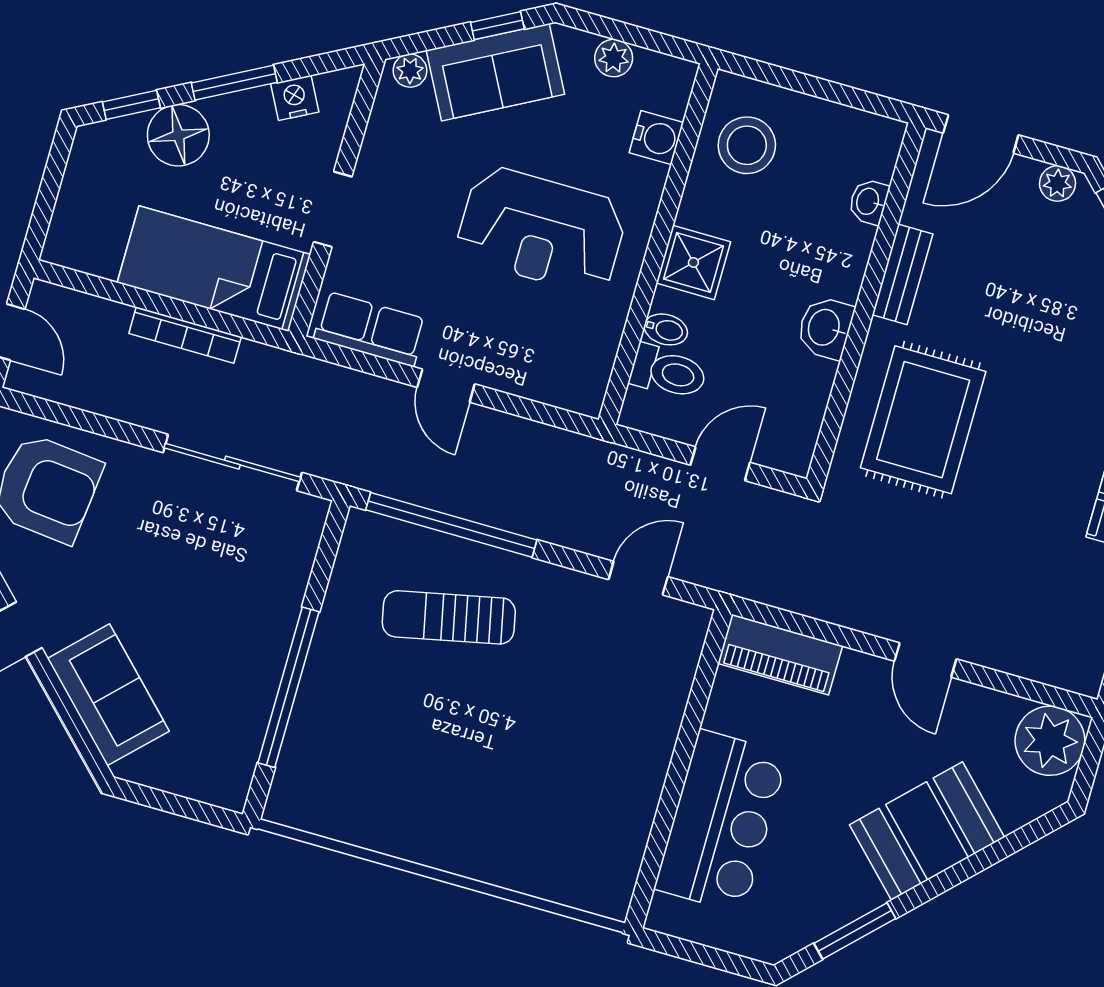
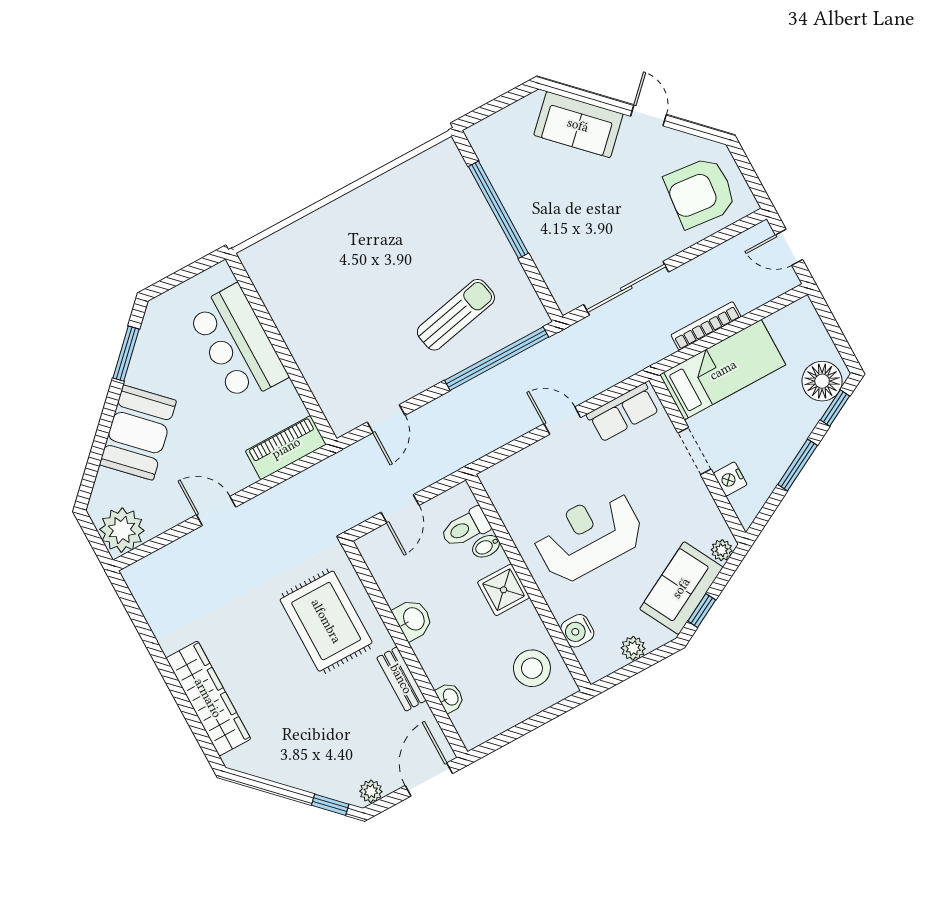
nightstand: (295, 98) -> (730, 479), moved, turned 118
floor lamp: (178, 135) -> (822, 381), moved

